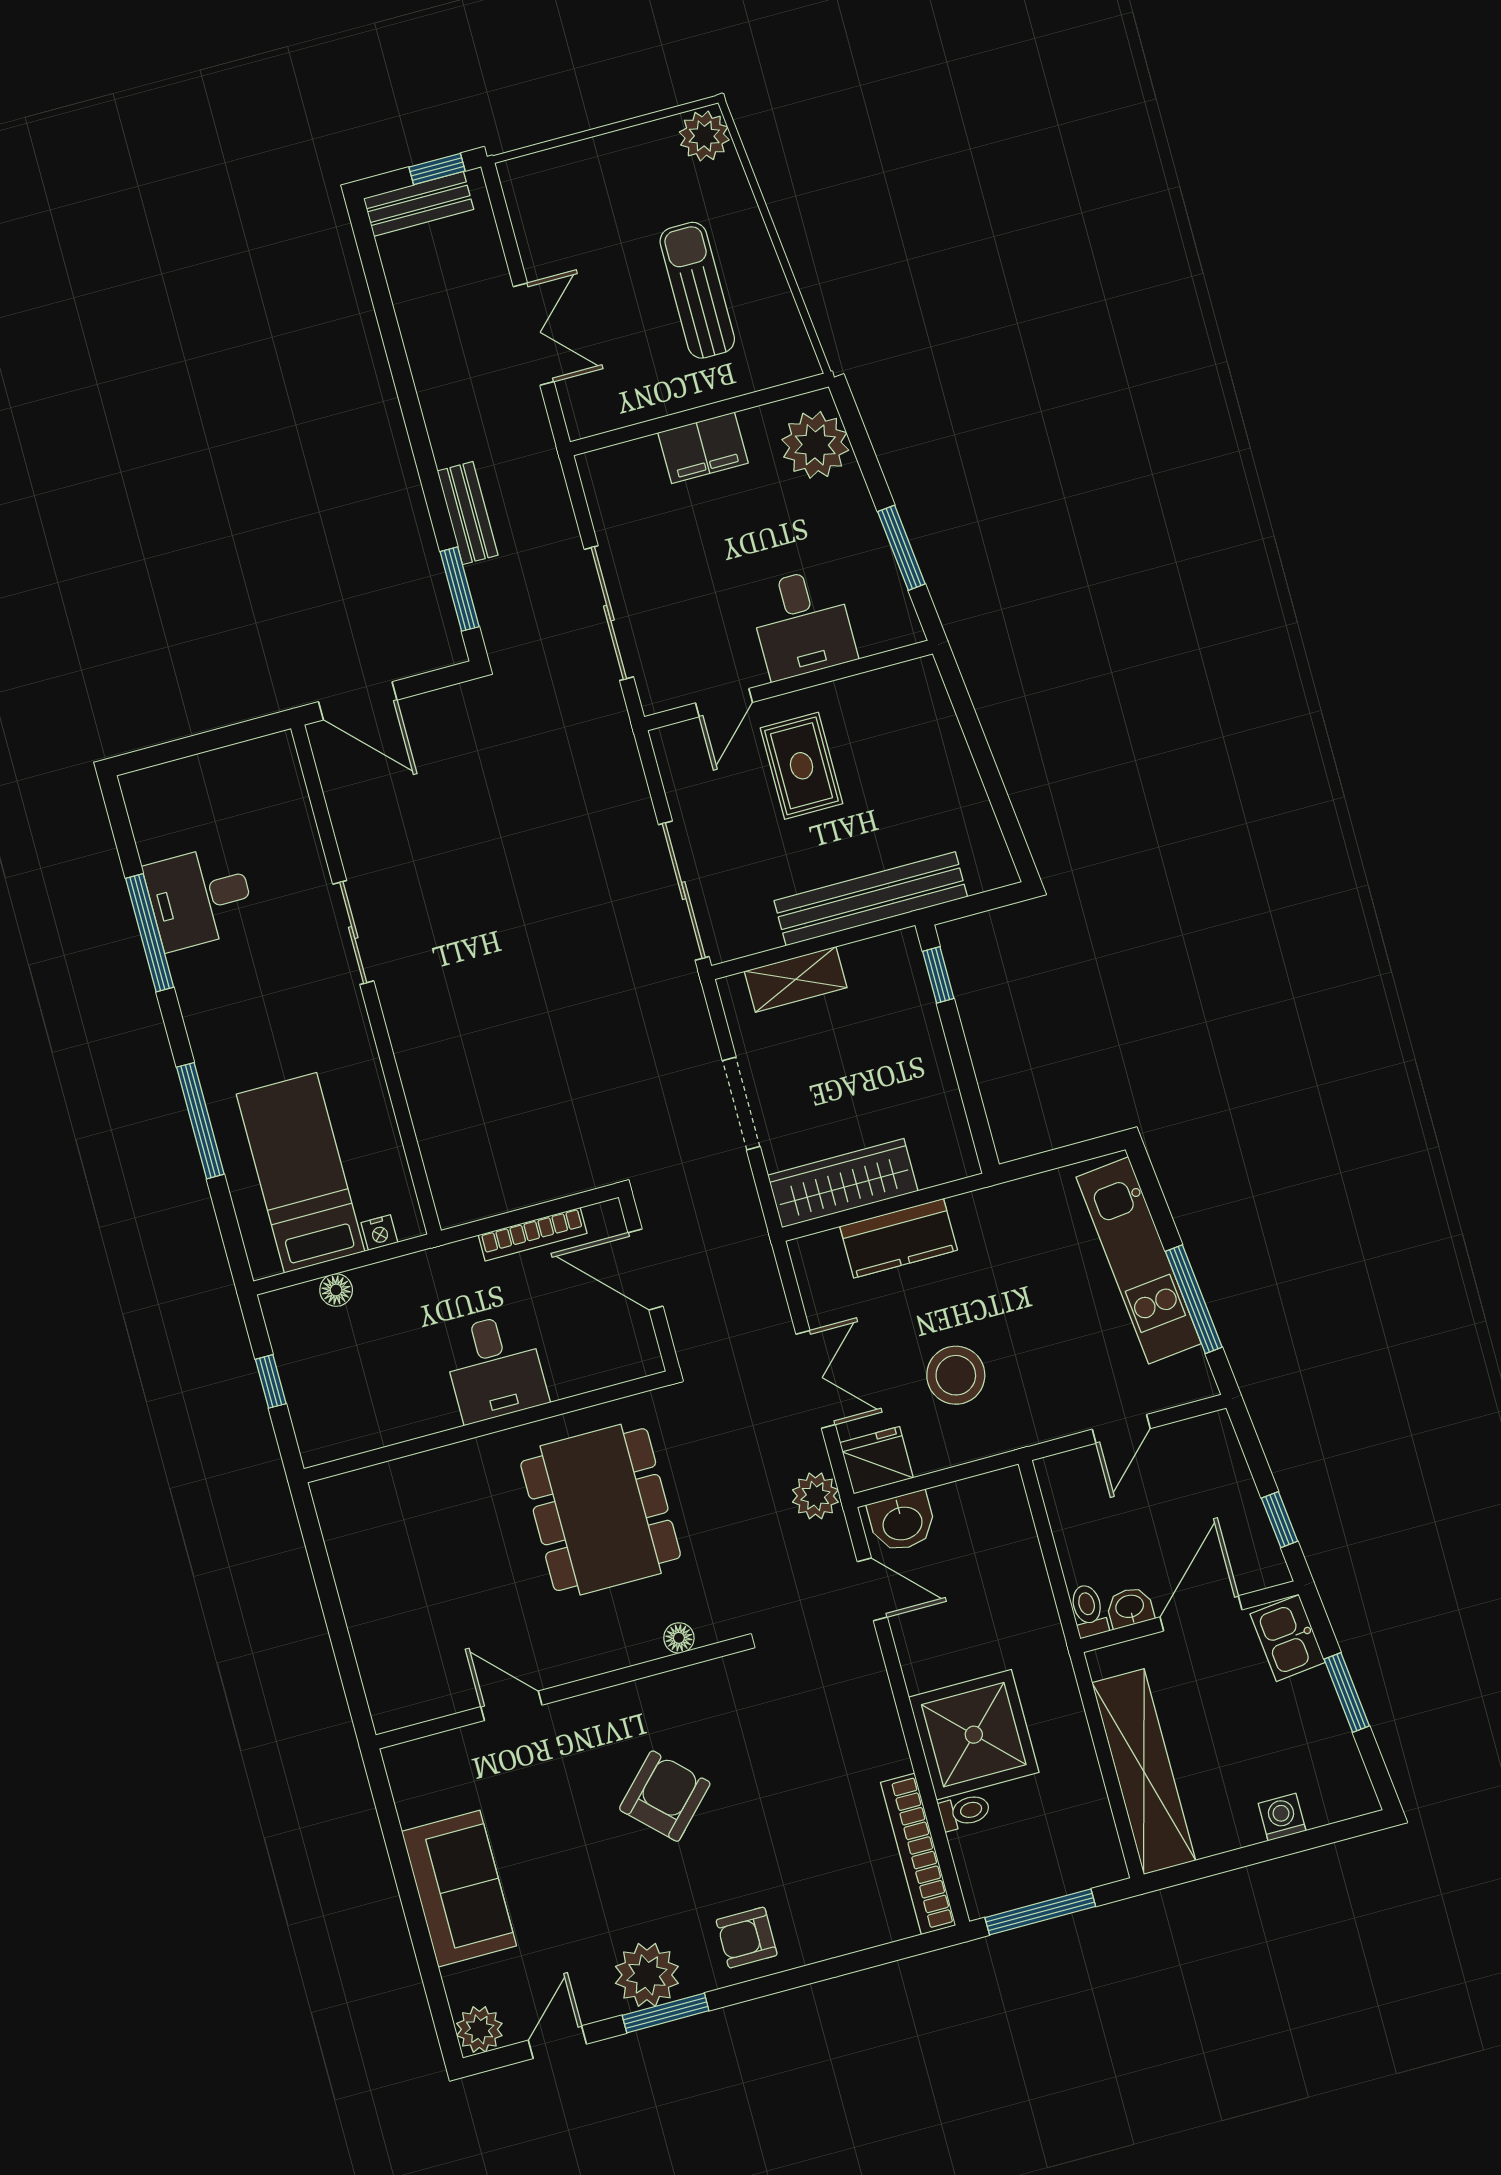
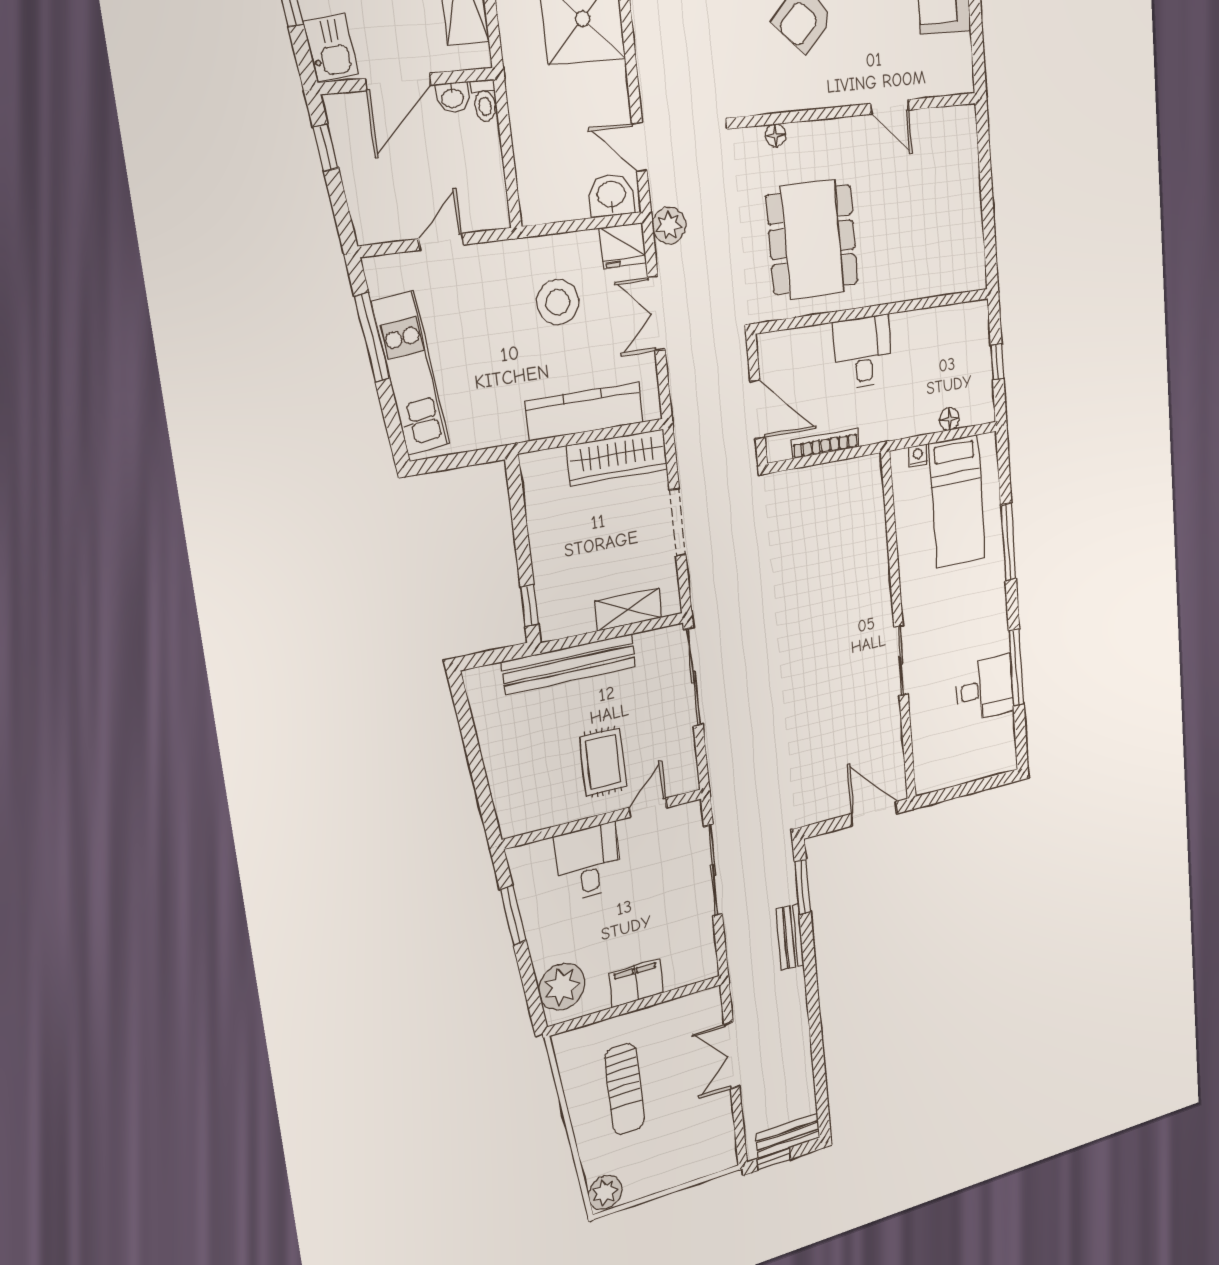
kitchen counter: (899, 1238) -> (584, 412), width x1.50

